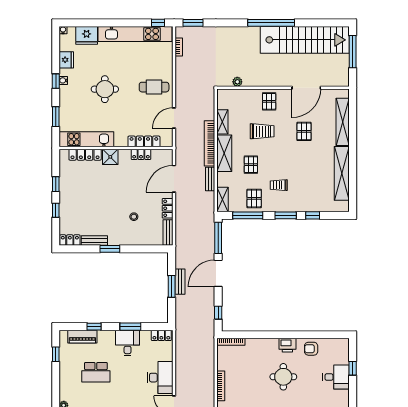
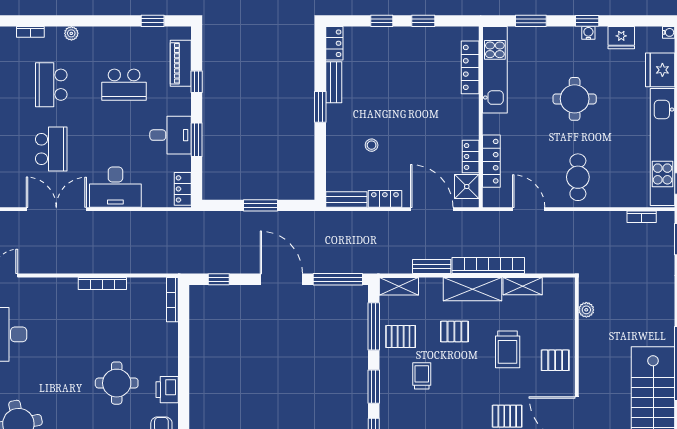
shower: (110, 157) -> (467, 187), moved
bench: (180, 282) -> (268, 219), removed
school desk: (96, 372) -> (124, 85), turned -90

